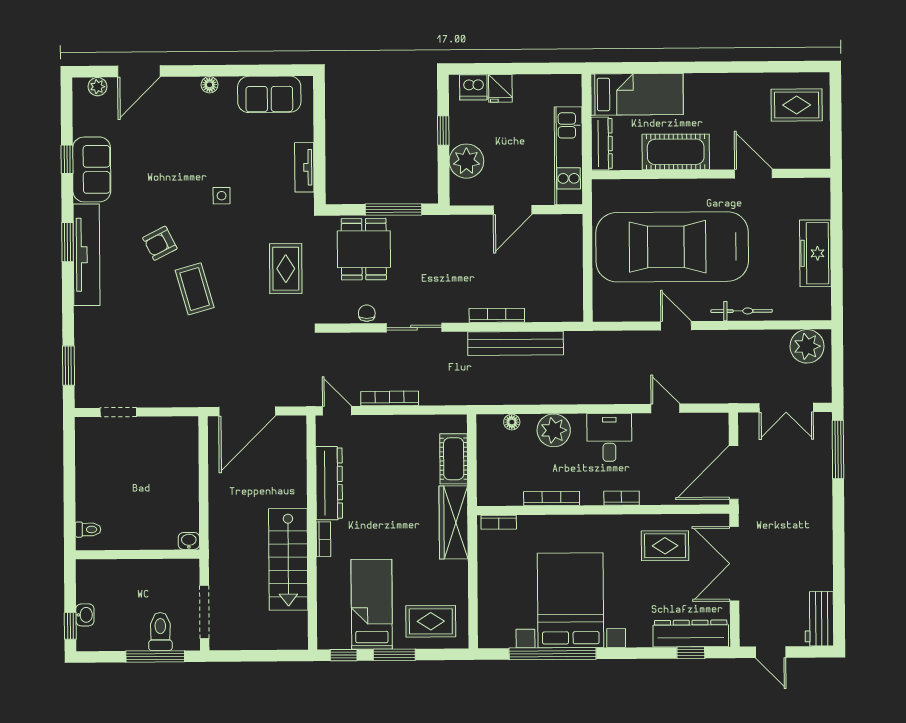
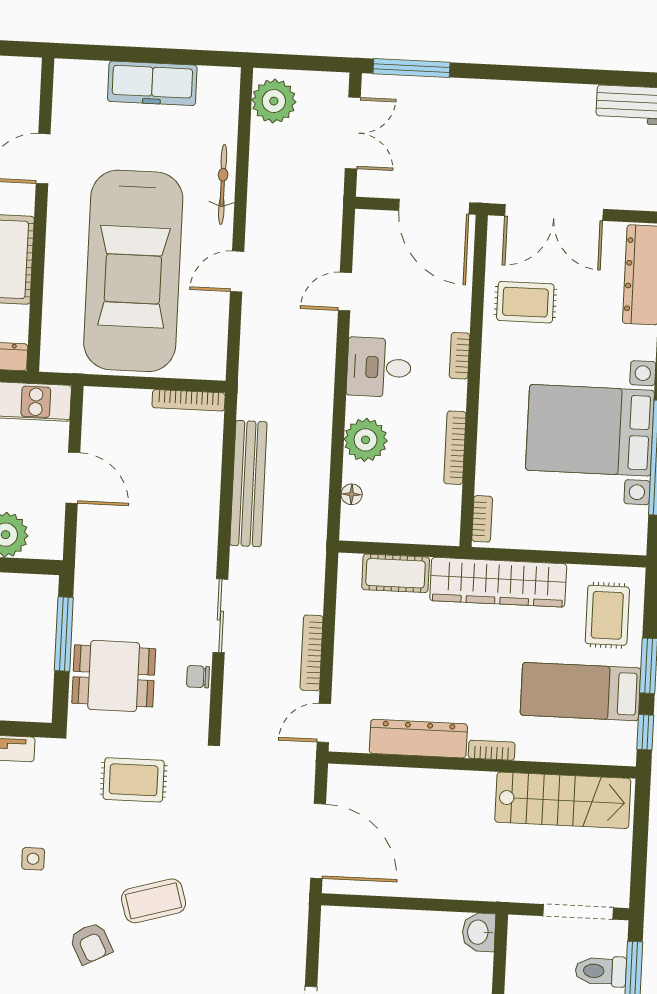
bookcase: (497, 315) -> (189, 400), moved, turned -90
wardrobe: (454, 522) -> (498, 582), width x1.40, depth x1.17
washbasin: (189, 541) -> (479, 932), width x1.38, depth x1.45
rug: (665, 546) -> (525, 302), turned 90
stairs: (288, 559) -> (563, 800), moved

